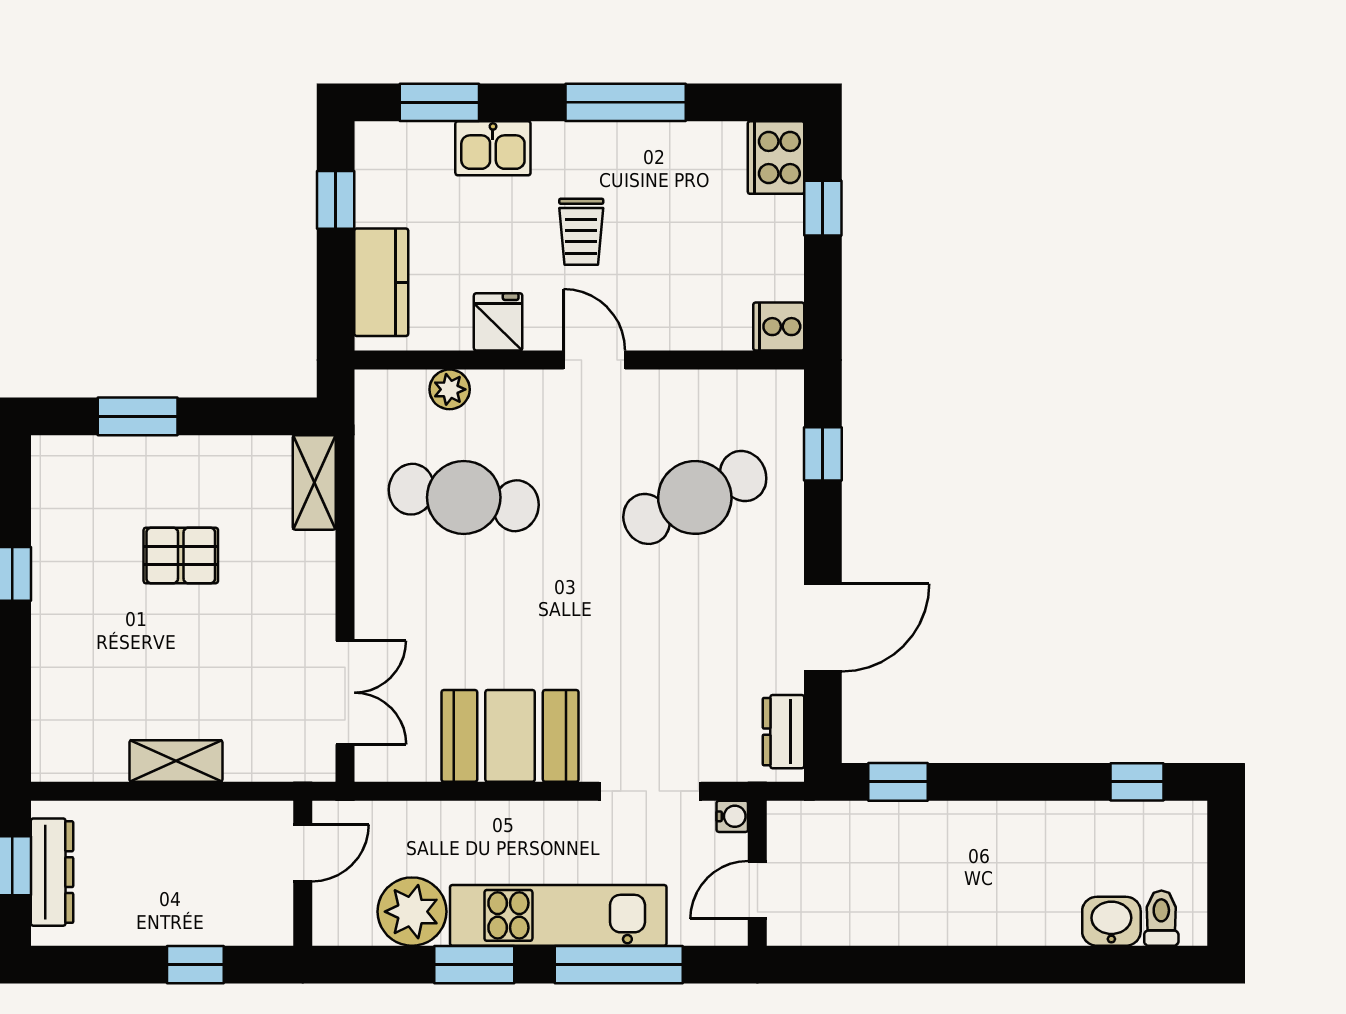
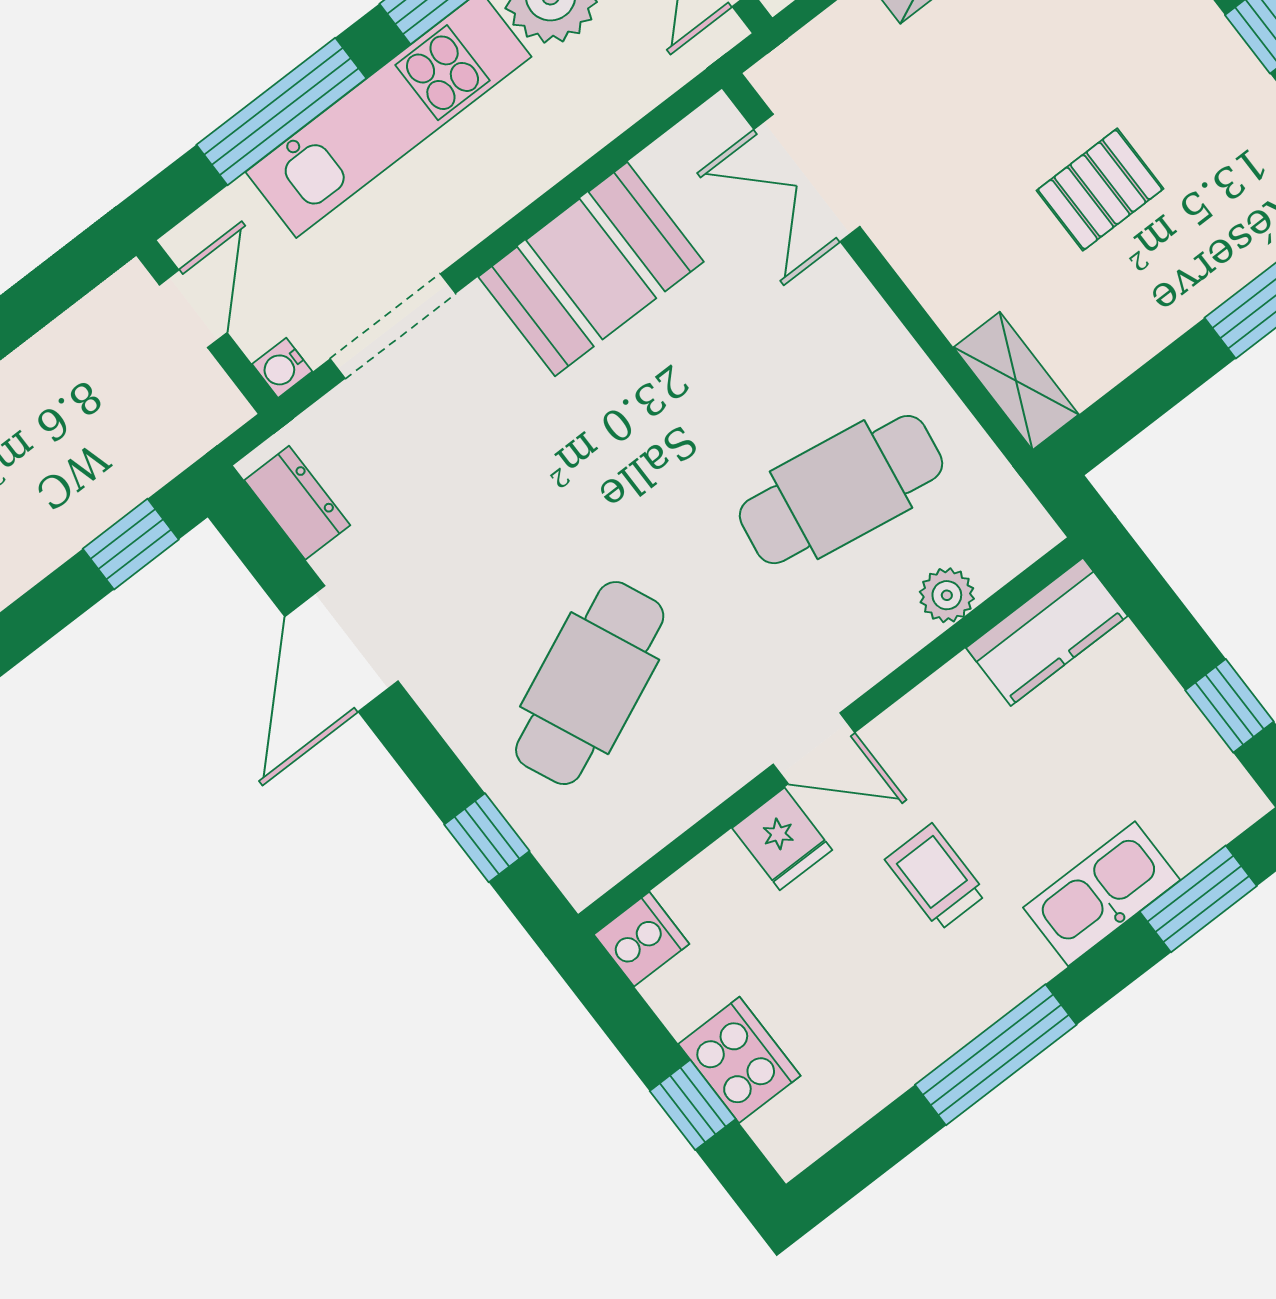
kitchen sink: (493, 148) -> (1102, 894), width x1.38
cooker: (776, 158) -> (739, 1060), moved
kitchen counter: (381, 282) -> (1047, 632), moved, turned -90
fridge: (498, 322) -> (782, 839), moved

